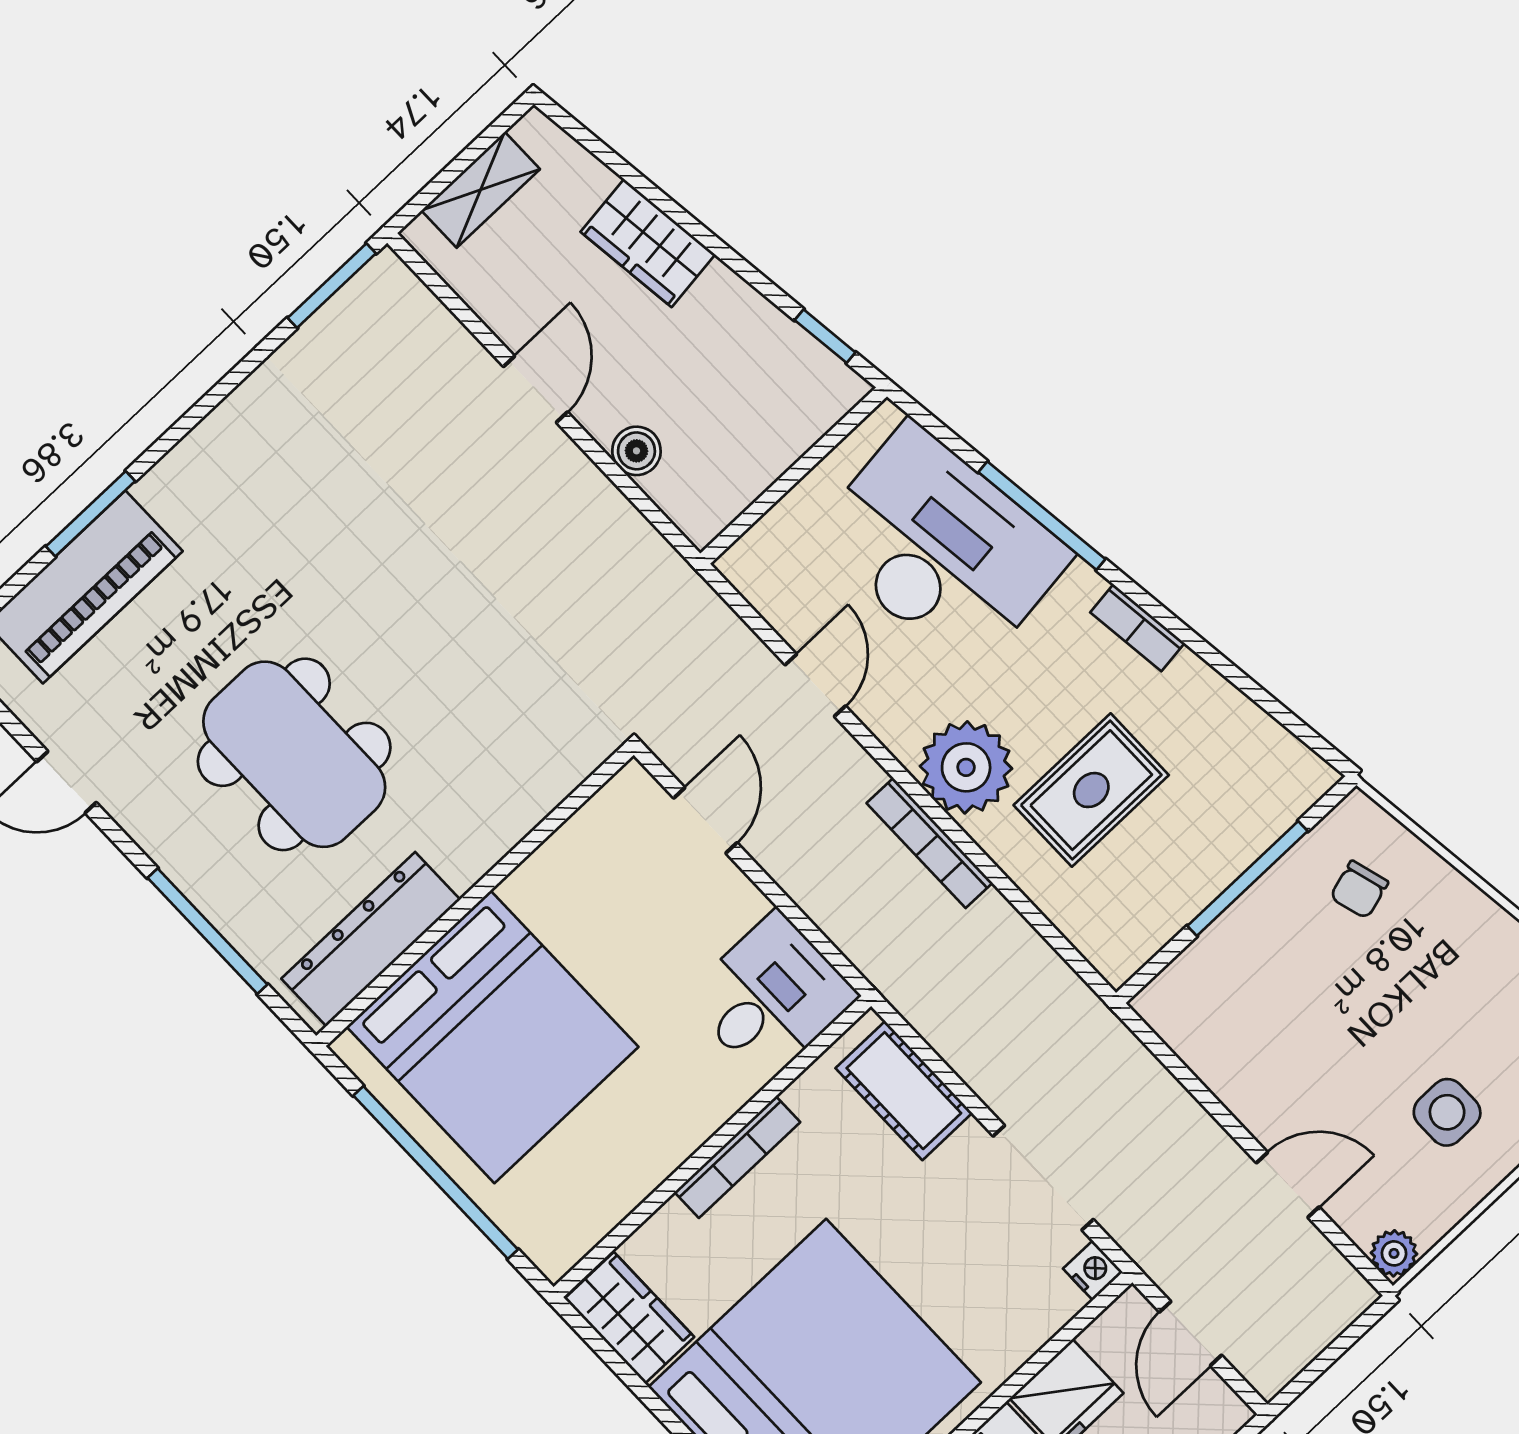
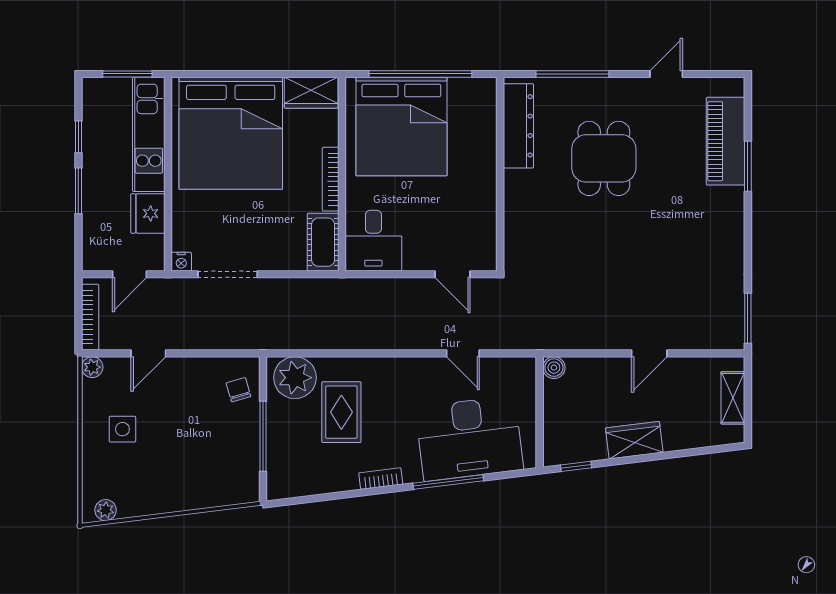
wardrobe: (648, 243) -> (634, 440), moved
door: (535, 389) -> (649, 353), hinge flipped
boiler: (636, 451) -> (554, 368), moved
dining table: (294, 754) -> (604, 158), width x0.73
plant: (966, 767) -> (295, 378), moved
bookcase: (930, 843) -> (90, 317), moved, turned 90
chair: (1359, 890) -> (238, 390), moved
bed: (492, 1037) -> (401, 126), moved, turned -90
cot: (904, 1091) -> (323, 242), moved, turned 90
door: (1191, 1334) -> (130, 274), swing flipped

